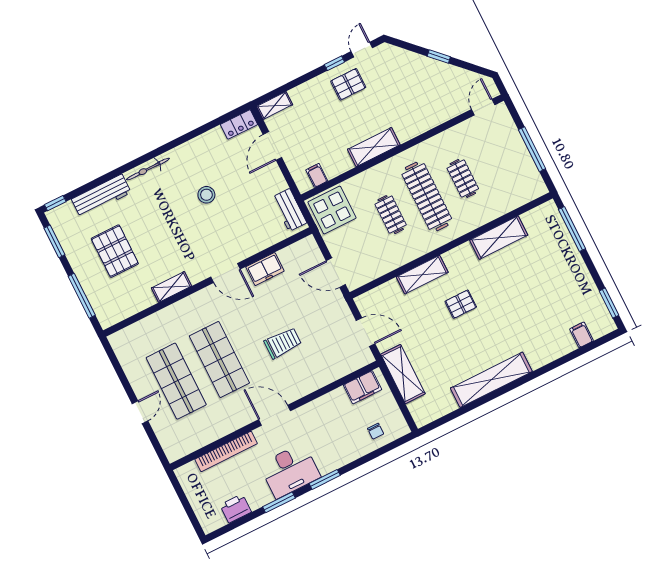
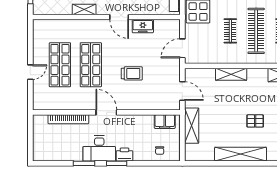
door: (336, 273) -> (182, 48), hinge flipped
pallet: (461, 304) -> (255, 121), moved
printer: (236, 508) -> (124, 155), moved

